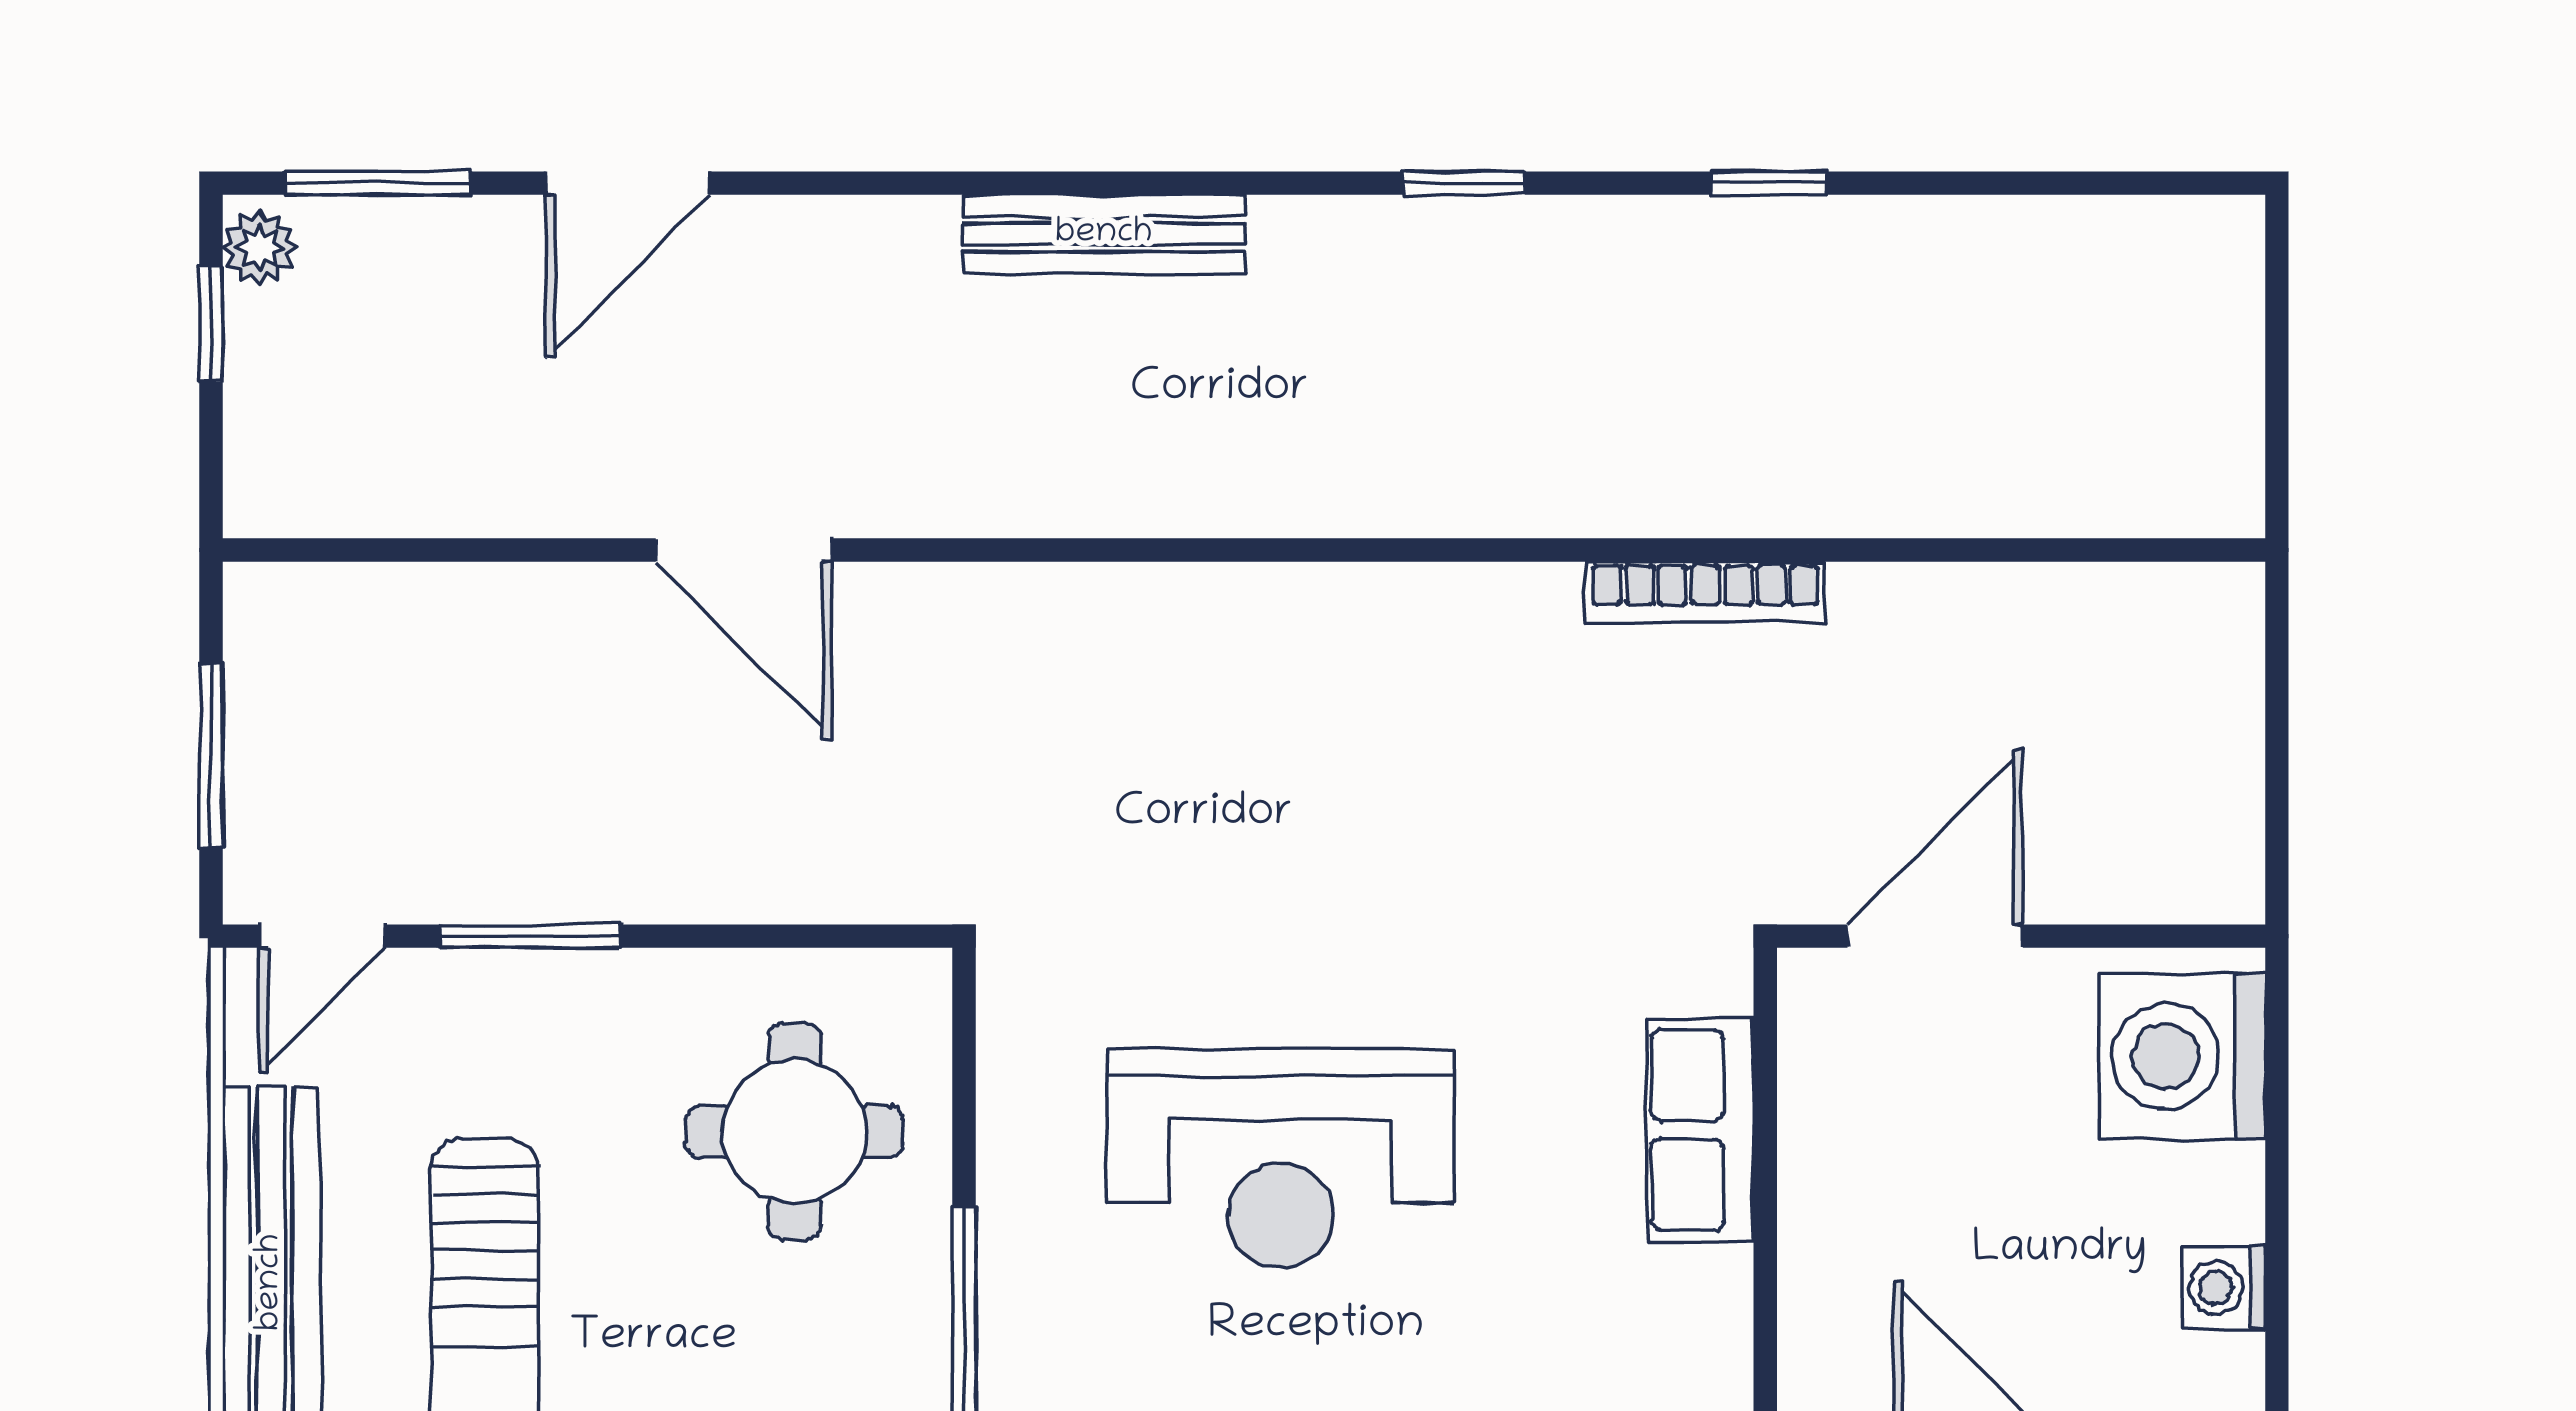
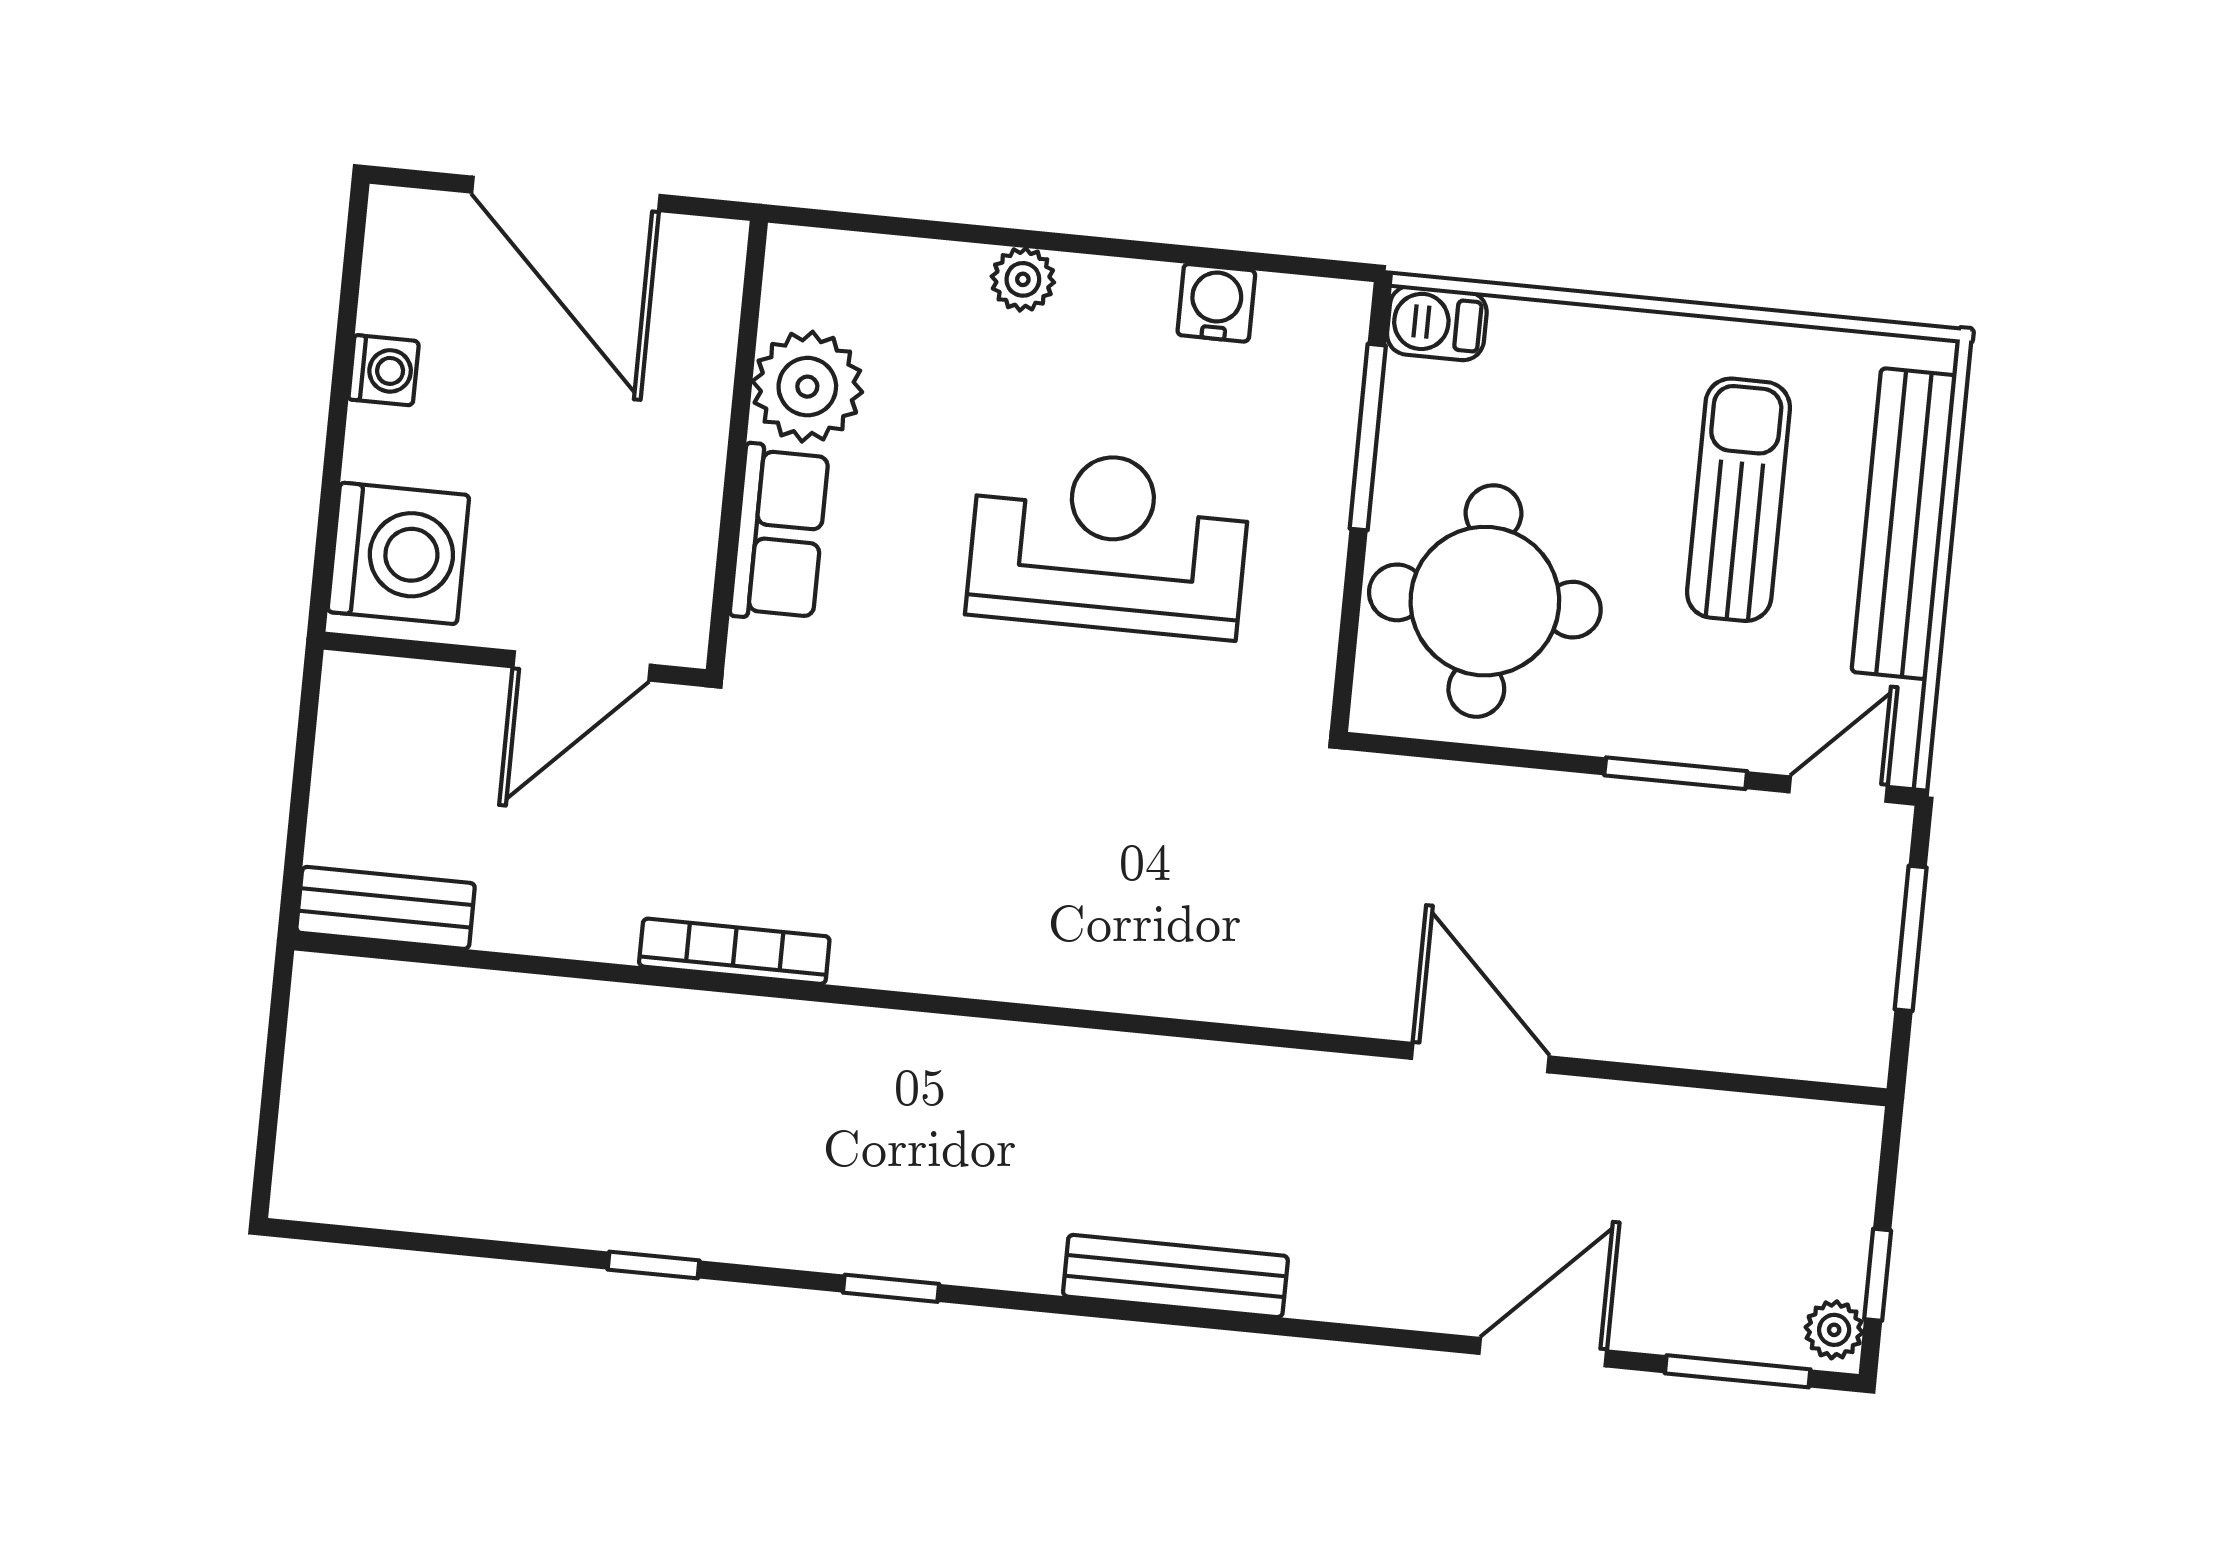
bench: (2154, 604) -> (386, 908), added
round table: (794, 1131) -> (1485, 601), width x1.36, depth x1.36
plant: (1683, 1320) -> (807, 387), added

